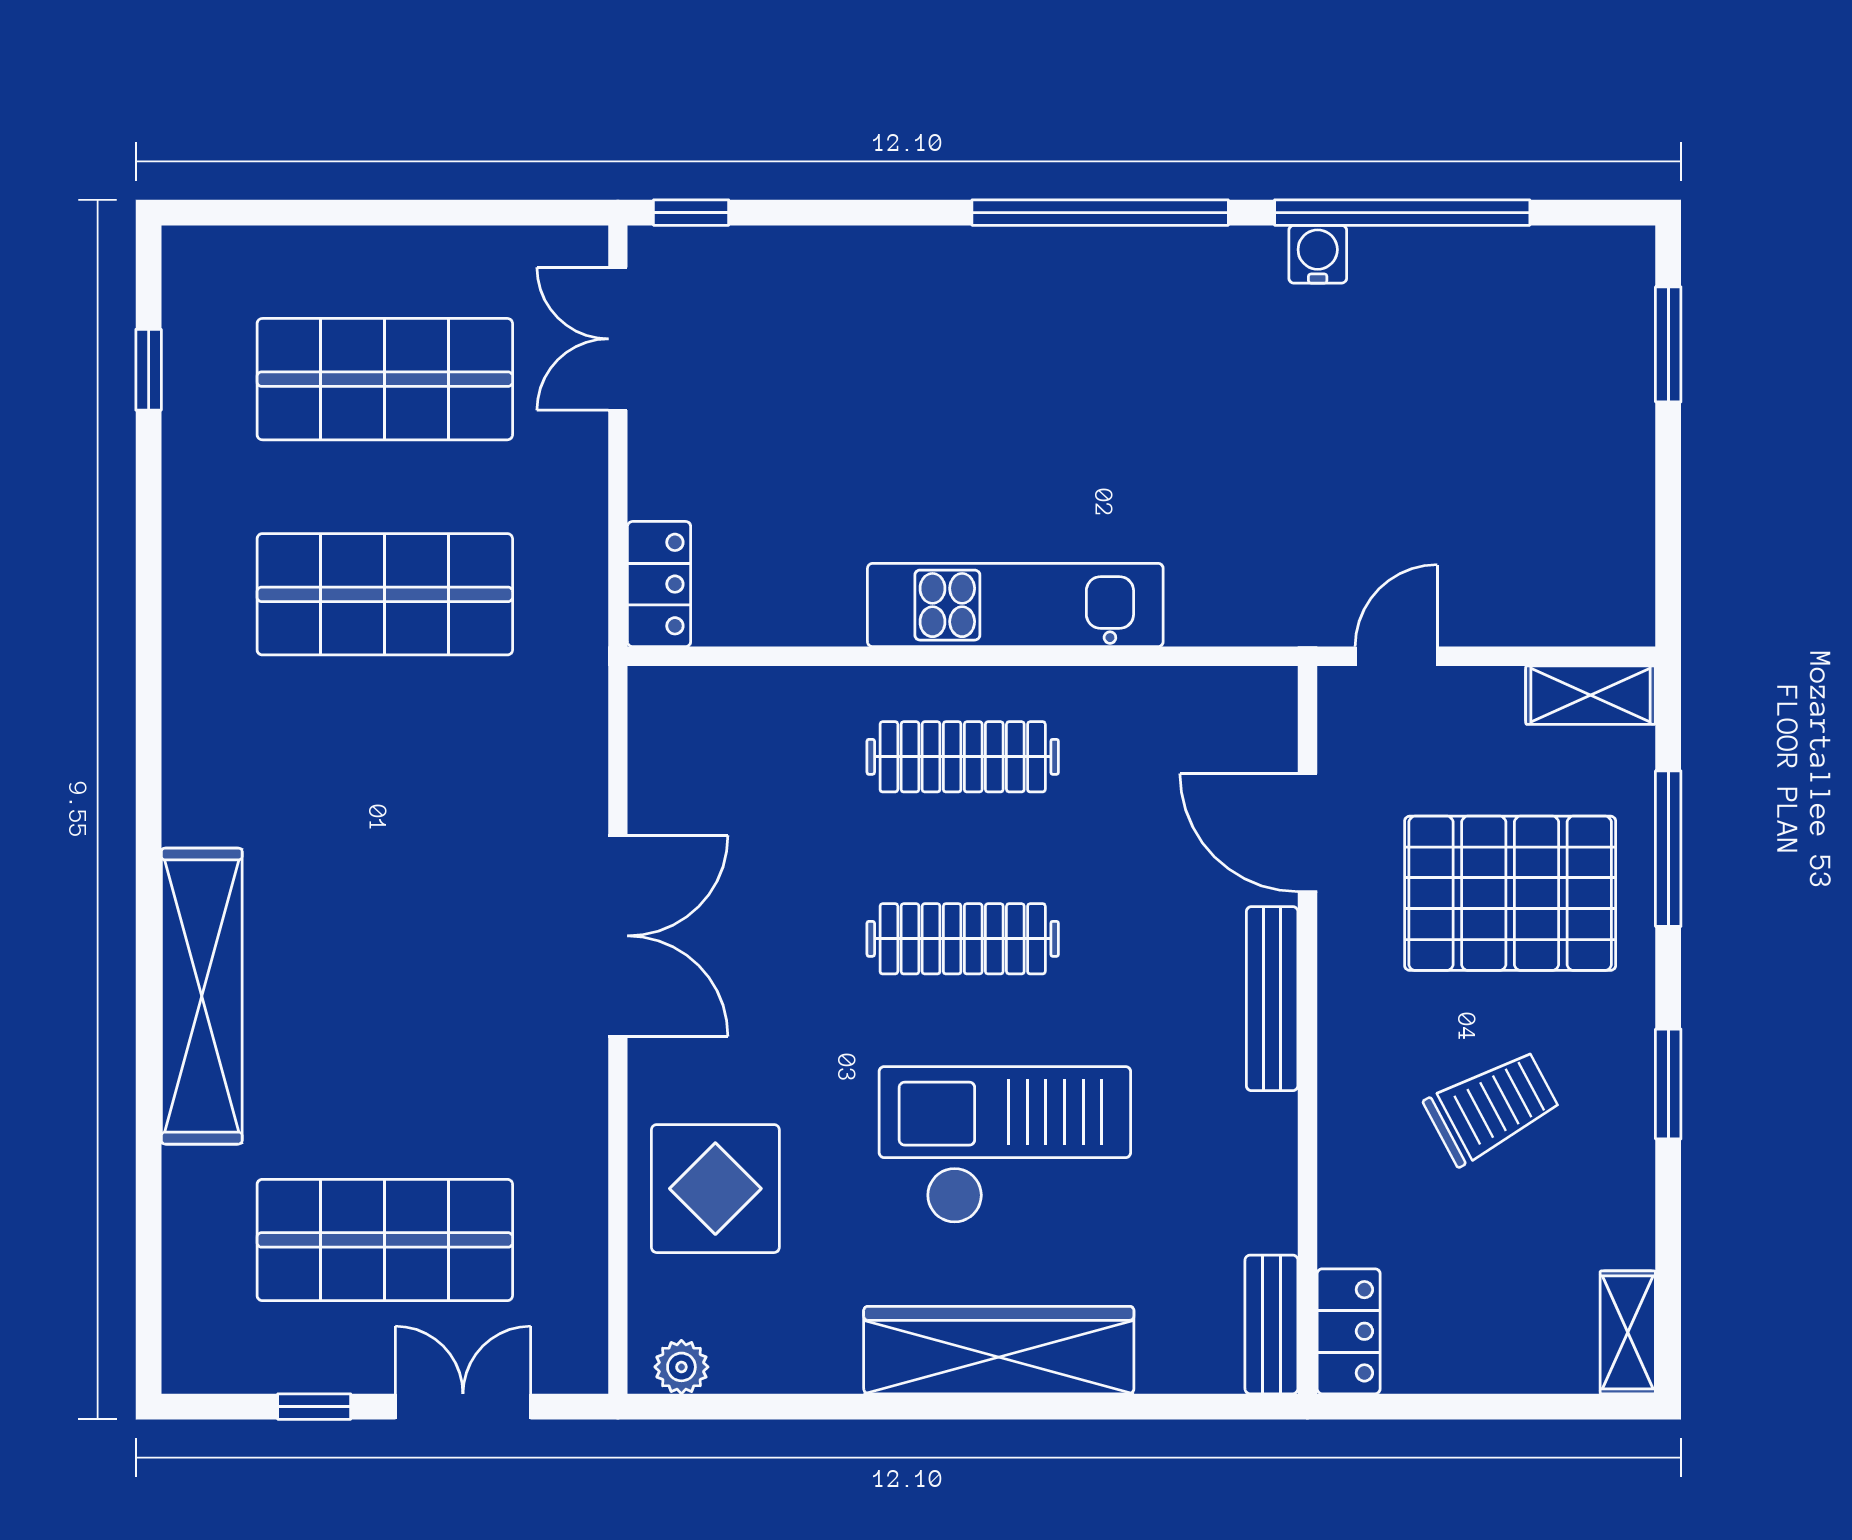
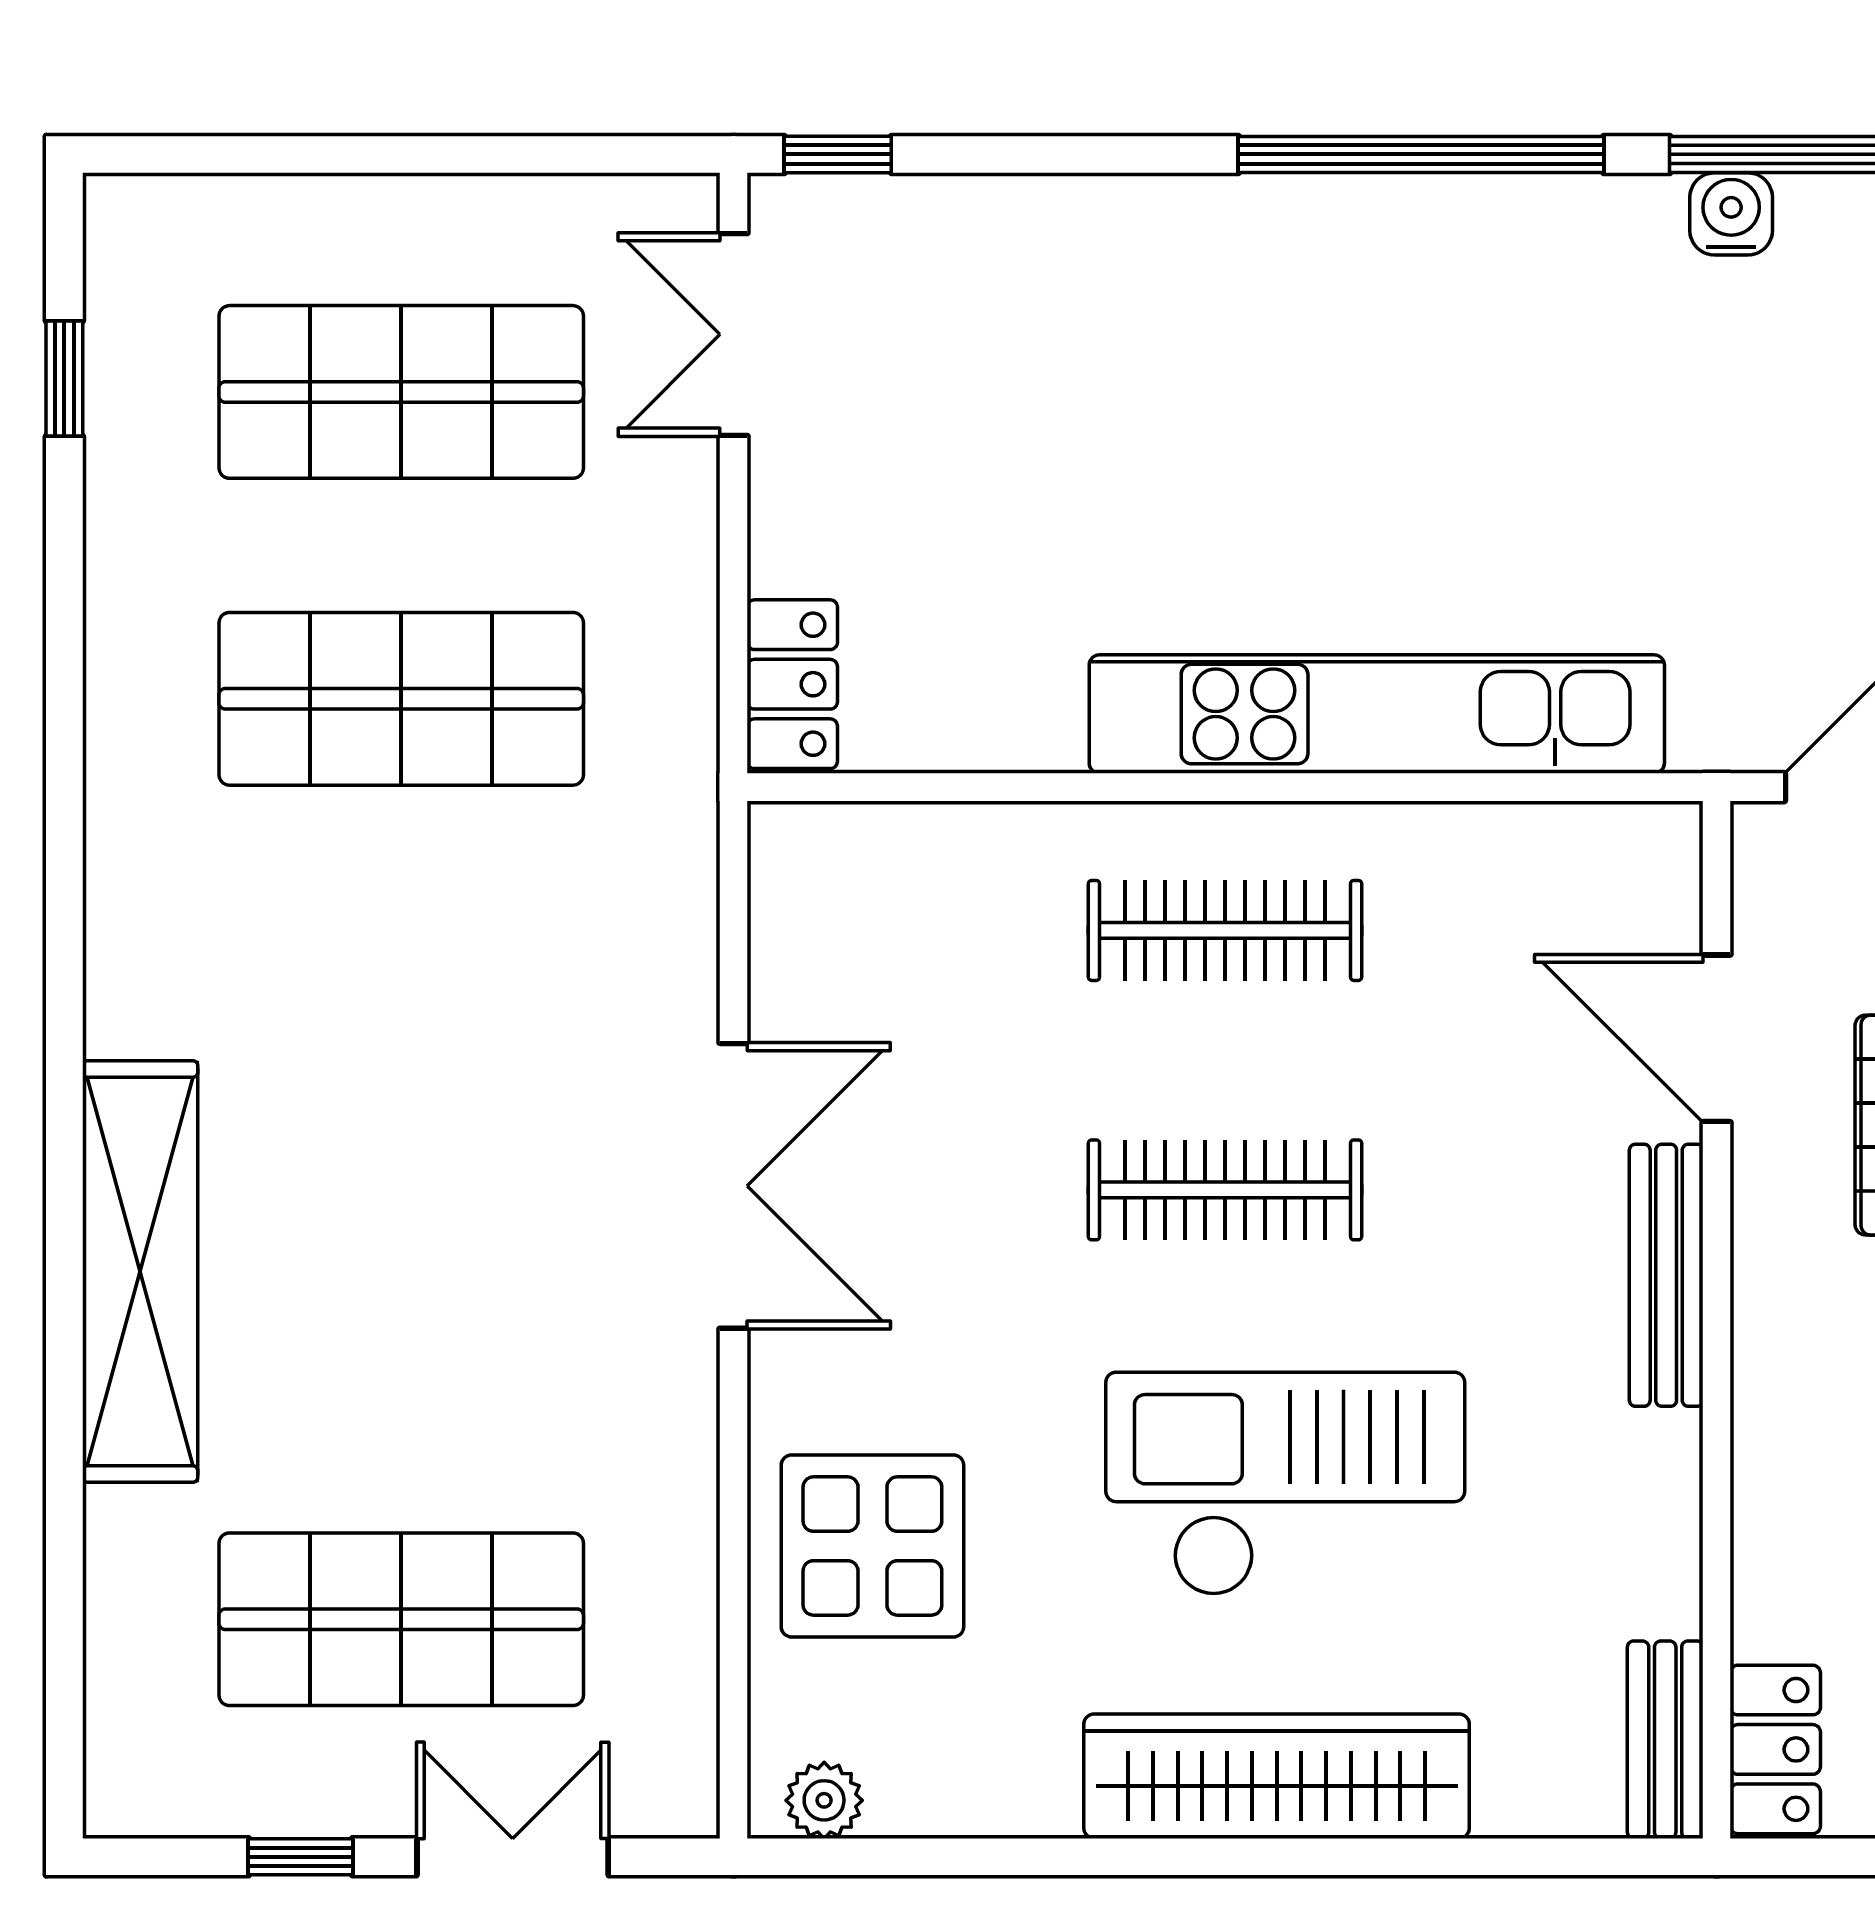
kitchen unit: (1015, 605) -> (1377, 714), width x1.36

